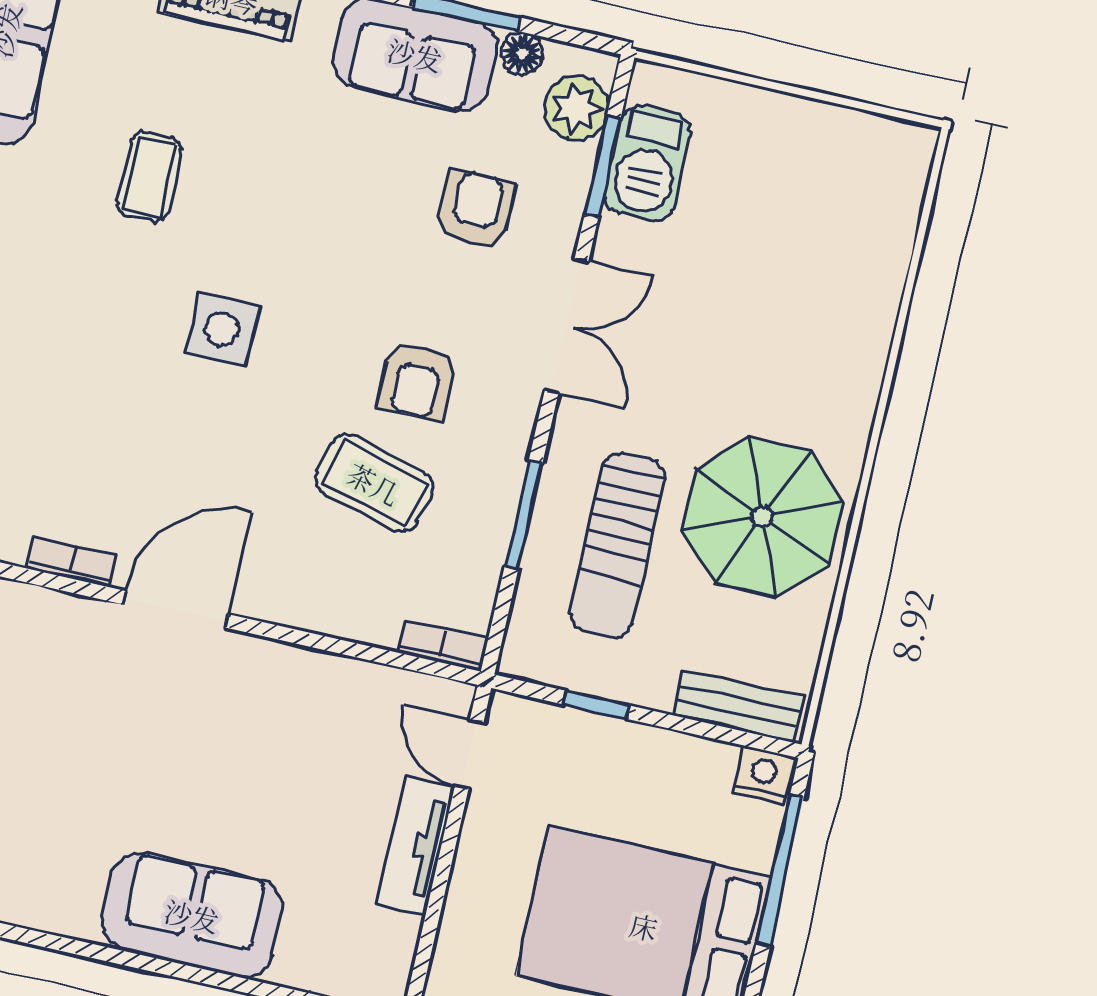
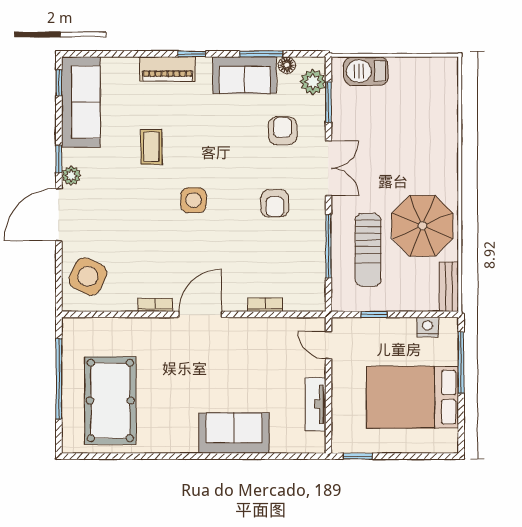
barbecue: (647, 163) -> (366, 71), moved, turned 90
coffee table: (374, 483) -> (267, 247), removed
window: (523, 515) -> (328, 246), width x1.44
bookcase: (443, 646) -> (265, 305), moved
bench: (738, 706) -> (449, 287), moved, turned 90
nightstand: (764, 775) -> (428, 327), moved
tv unit: (416, 845) -> (316, 404), moved

